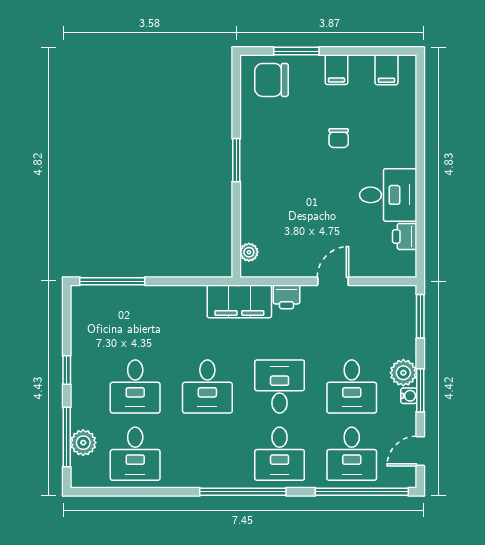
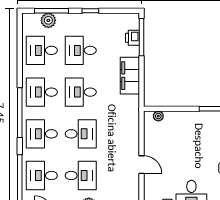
printer: (287, 297) -> (133, 38), moved
filing cabinet: (239, 301) -> (130, 76), moved
desk: (352, 386) -> (81, 176), turned 180
desk: (207, 454) -> (42, 92), added

